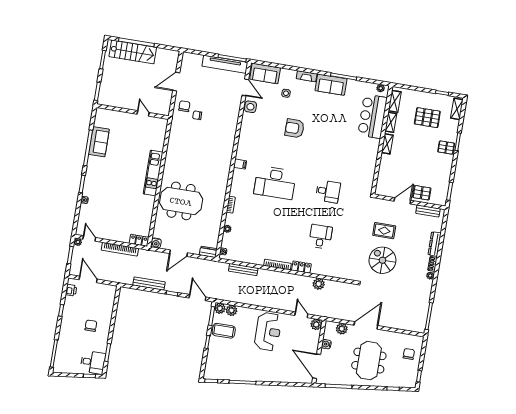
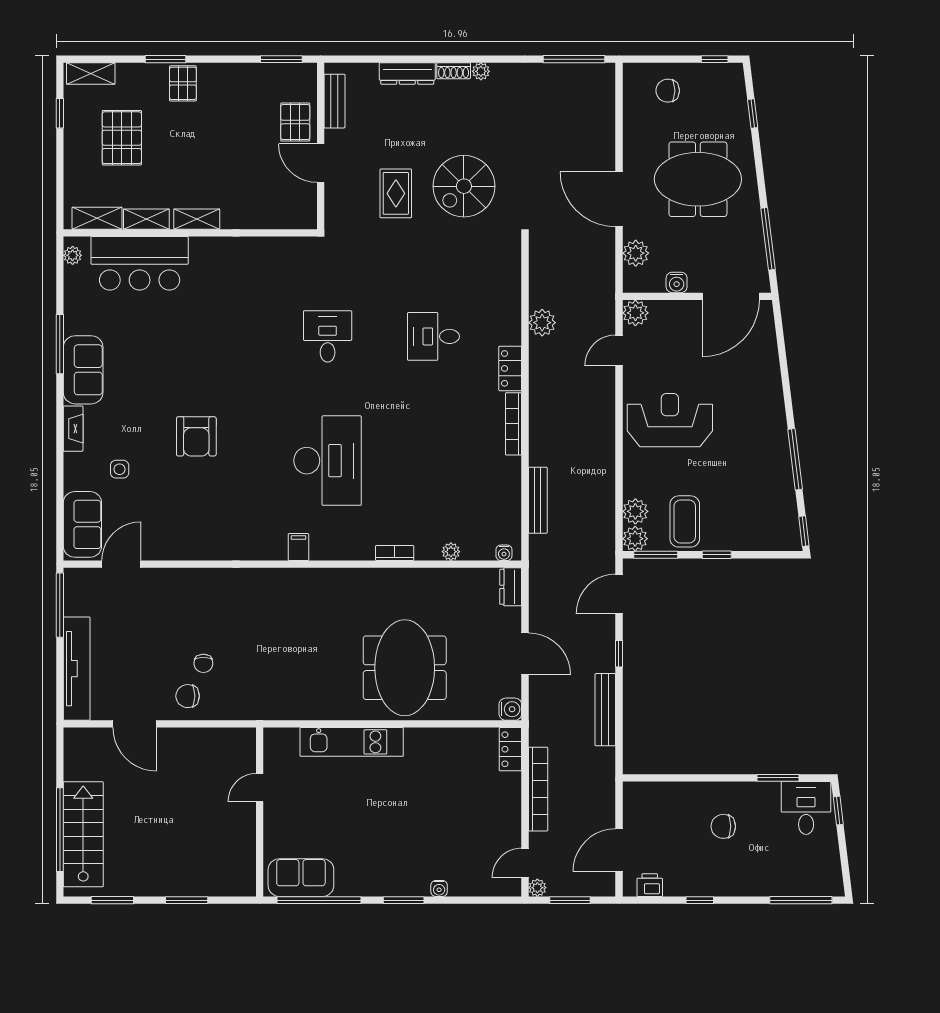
tv unit: (225, 64) -> (77, 669), moved
side table: (250, 107) -> (164, 545), removed
wall: (133, 112) -> (260, 812), moved
door: (143, 113) -> (260, 788), moved

